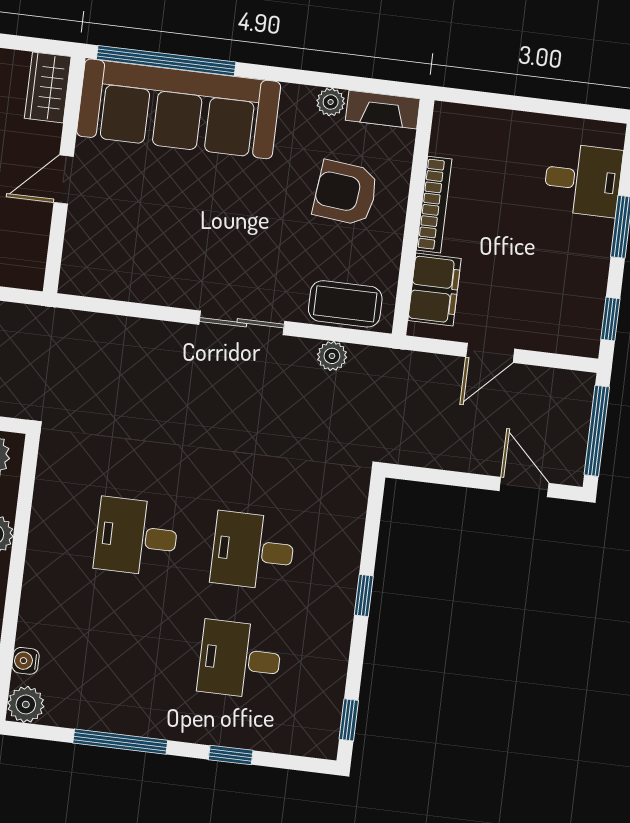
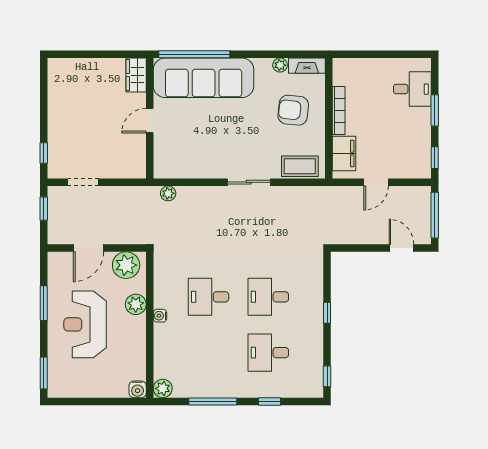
plant: (332, 356) -> (168, 193), moved
water cooler: (26, 661) -> (160, 316), moved

